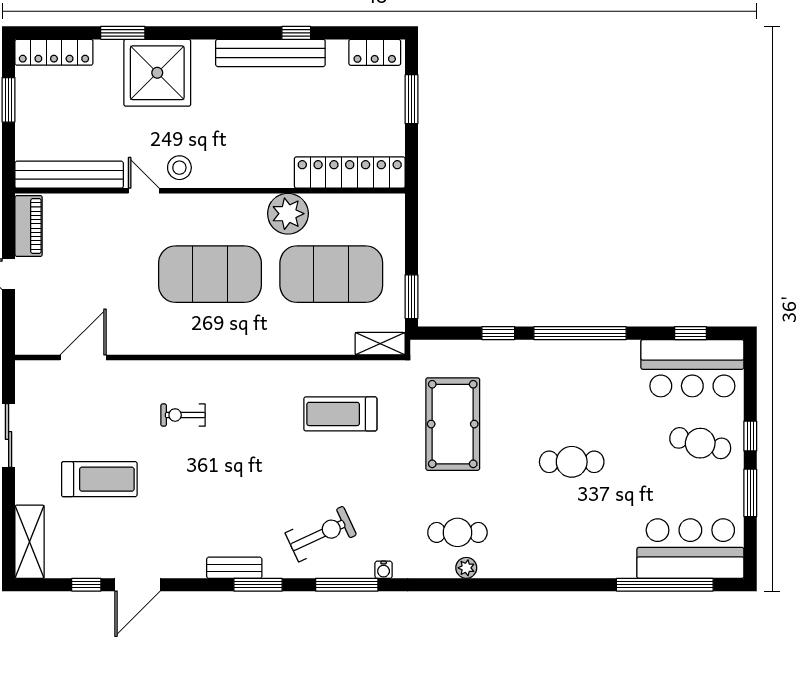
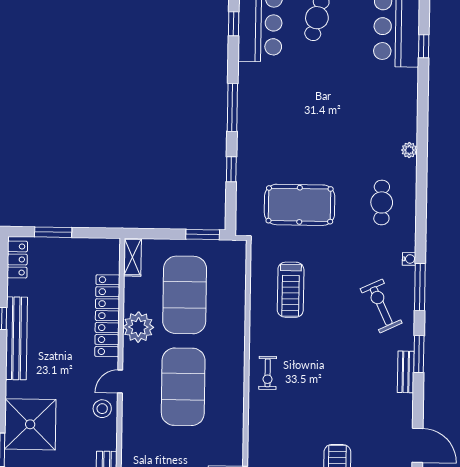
locker: (350, 172) -> (107, 316), moved
door: (144, 191) -> (120, 381), moved
window: (580, 333) -> (232, 107), width x0.68
shelving: (380, 344) -> (133, 257), moved
exercise bike: (183, 415) -> (268, 373), moved
cafe table: (572, 462) -> (330, 115), removed
plant: (466, 568) -> (409, 150), moved
window: (665, 585) -> (424, 46), width x0.32

